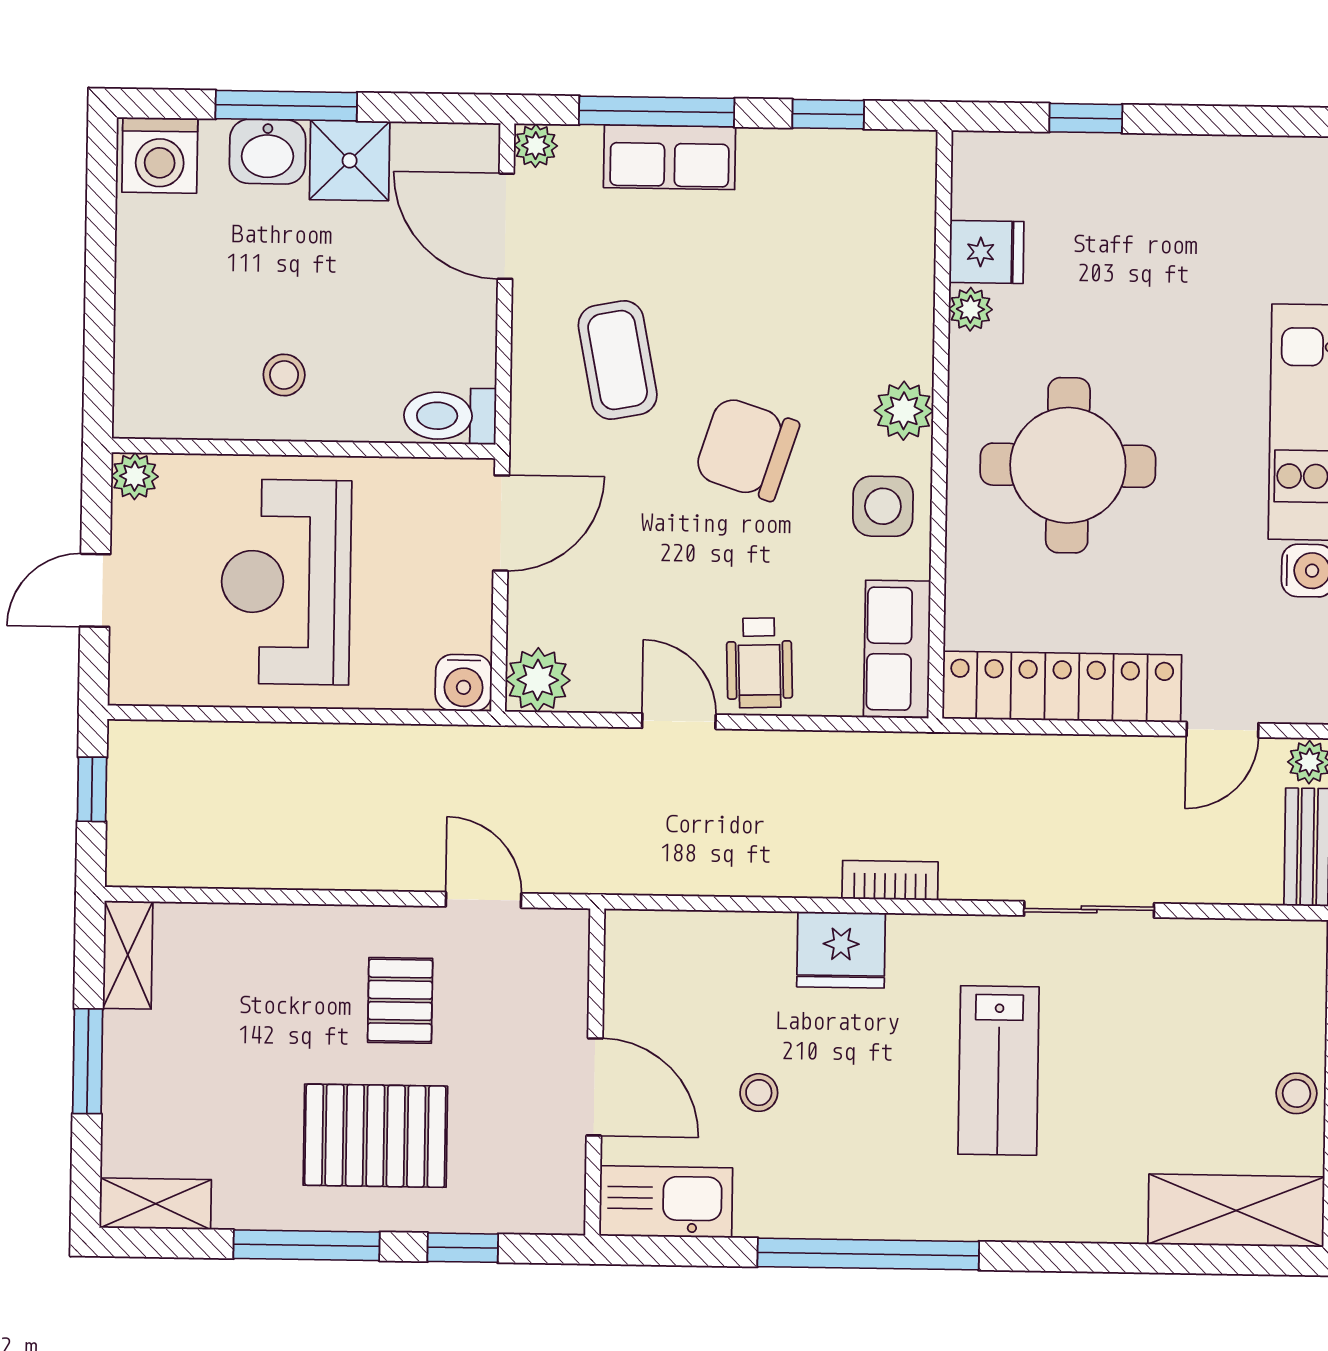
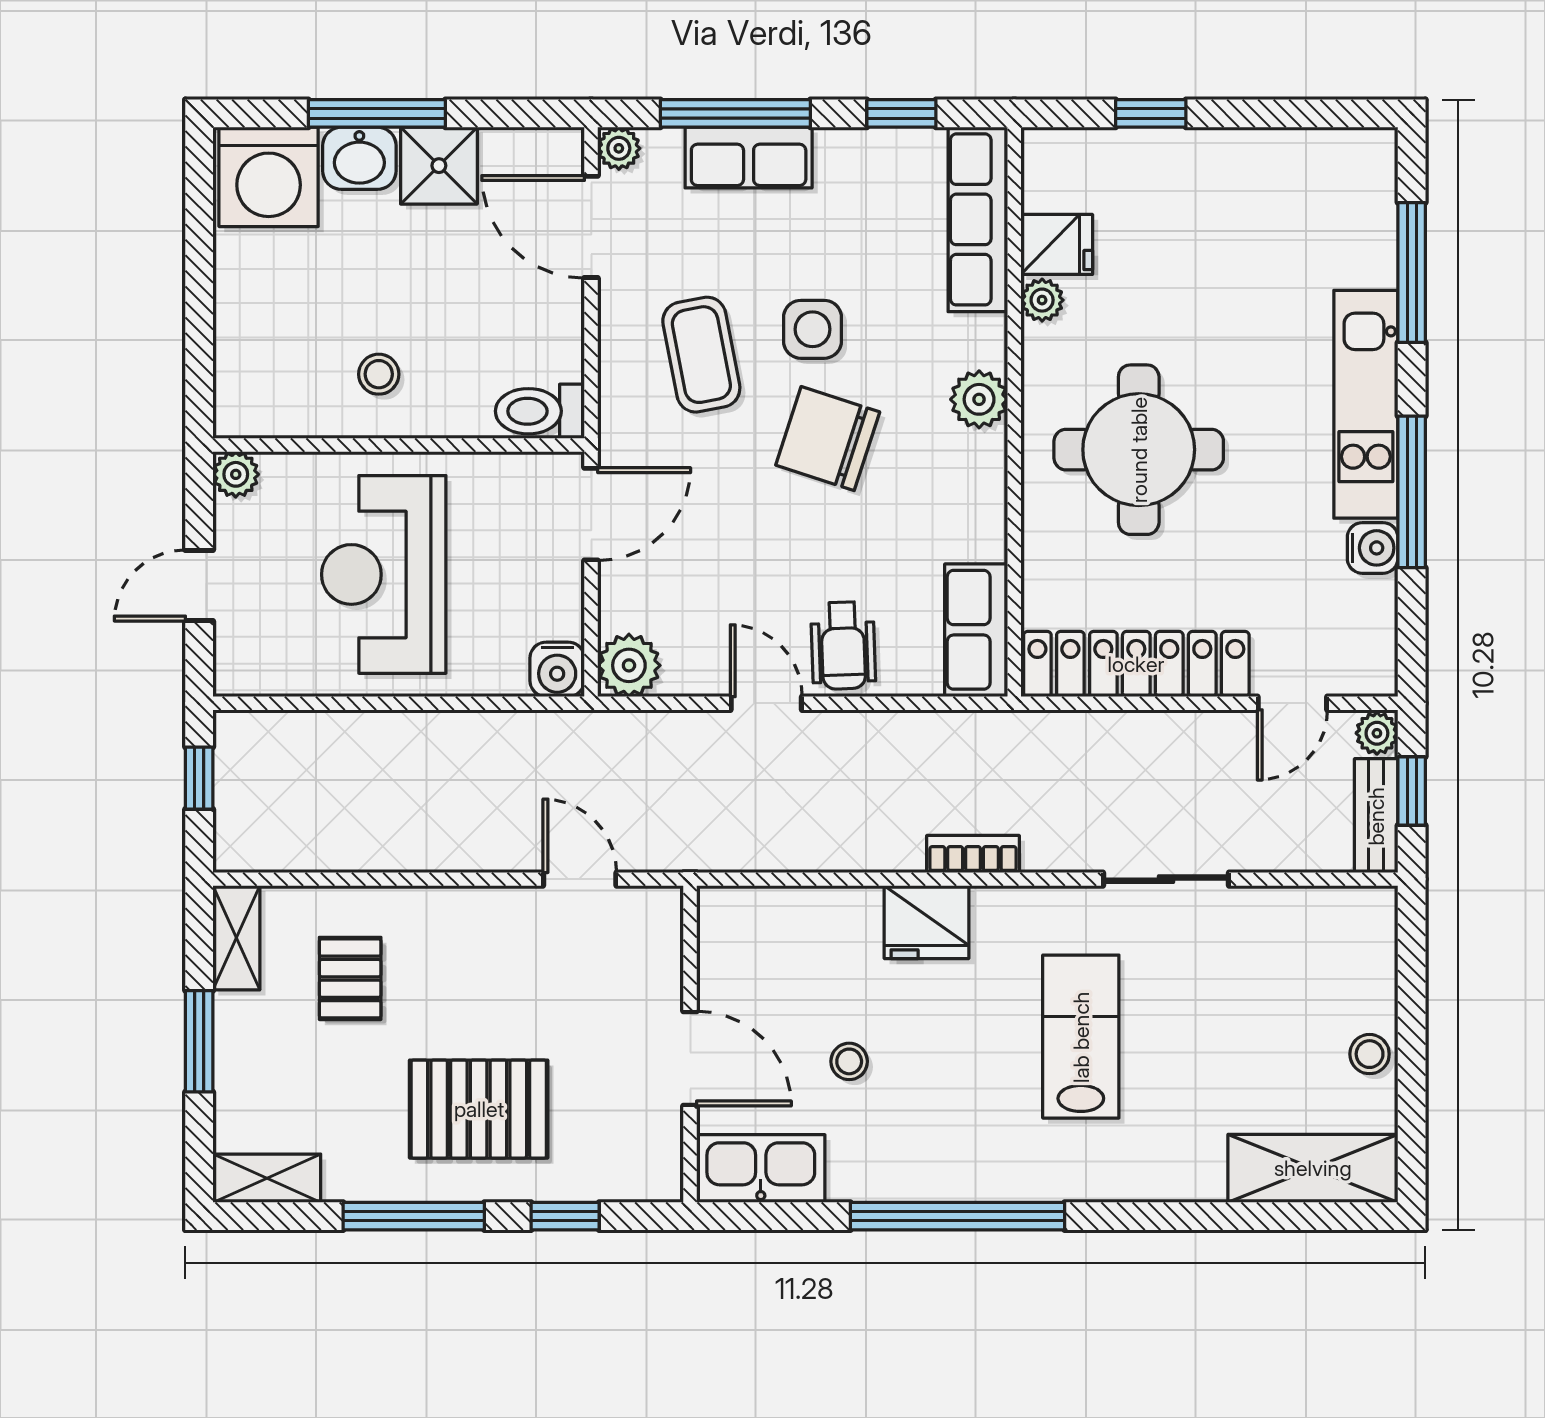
washing machine: (160, 155) -> (269, 177), width x1.37, depth x1.37
row of seats: (905, 225) -> (978, 219), added
side table: (883, 506) -> (813, 329), moved
pallet: (400, 1000) -> (350, 978), moved
lab bench: (999, 1071) -> (1081, 1037), turned 180

